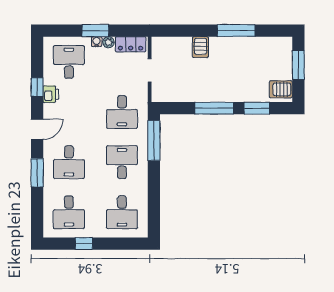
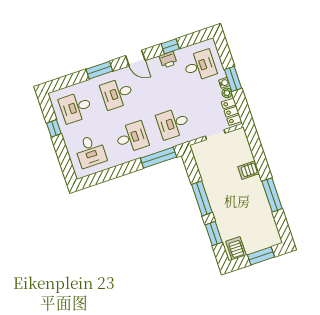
desk: (122, 212) -> (90, 151), turned -90

